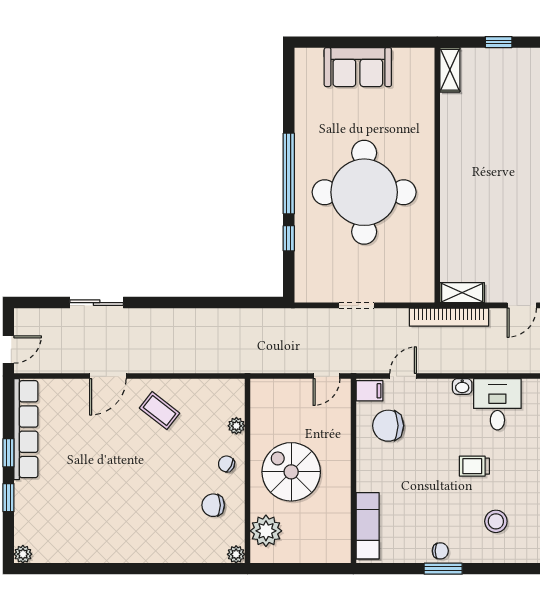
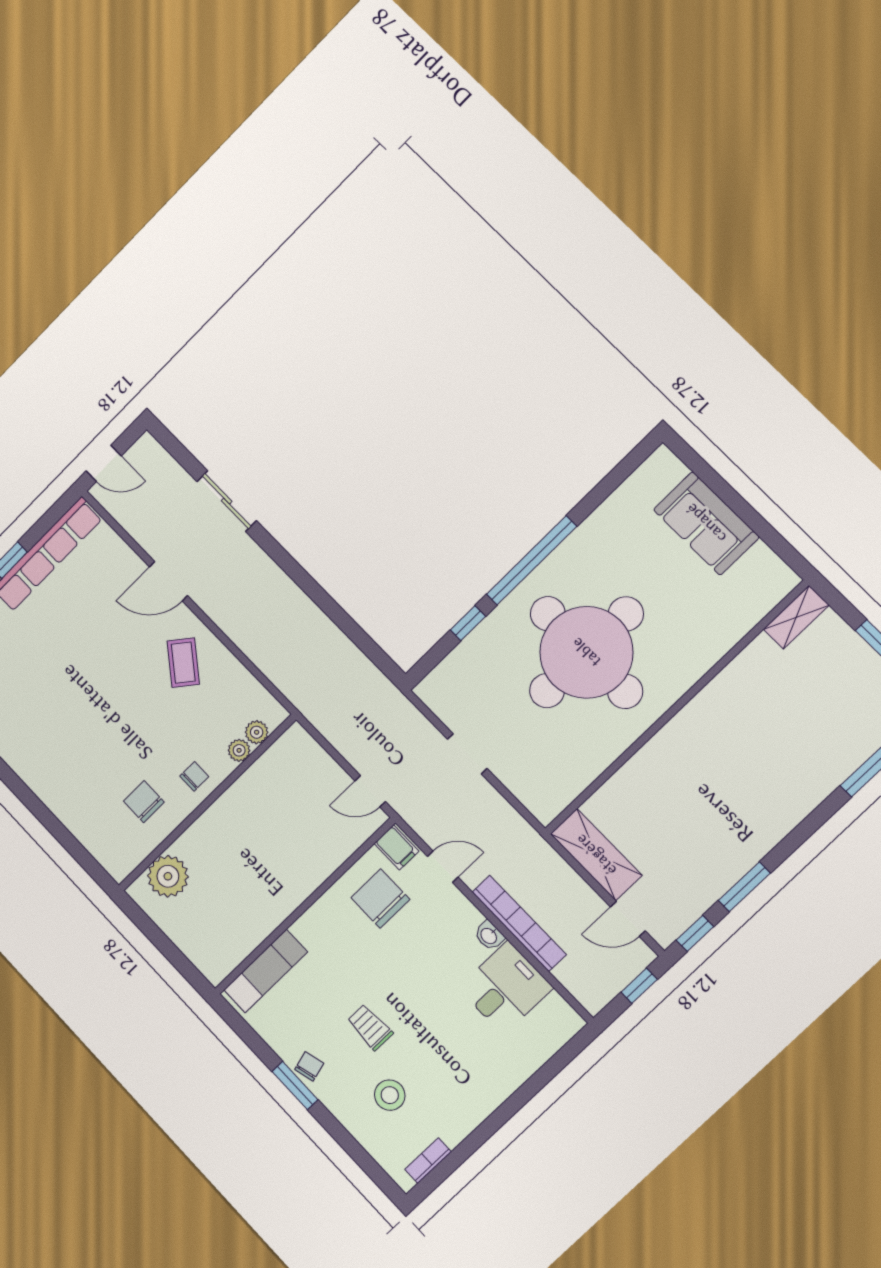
shelving: (462, 293) -> (596, 855), width x1.50, depth x1.33
bookcase: (449, 317) -> (519, 923), moved, turned 180
chair: (226, 464) -> (194, 776), turned 63
trolley: (474, 466) -> (370, 1027), moved
spiral stairs: (291, 472) -> (246, 846), removed
chair: (440, 551) -> (309, 1066), turned -105
plant: (236, 554) -> (257, 732), moved

